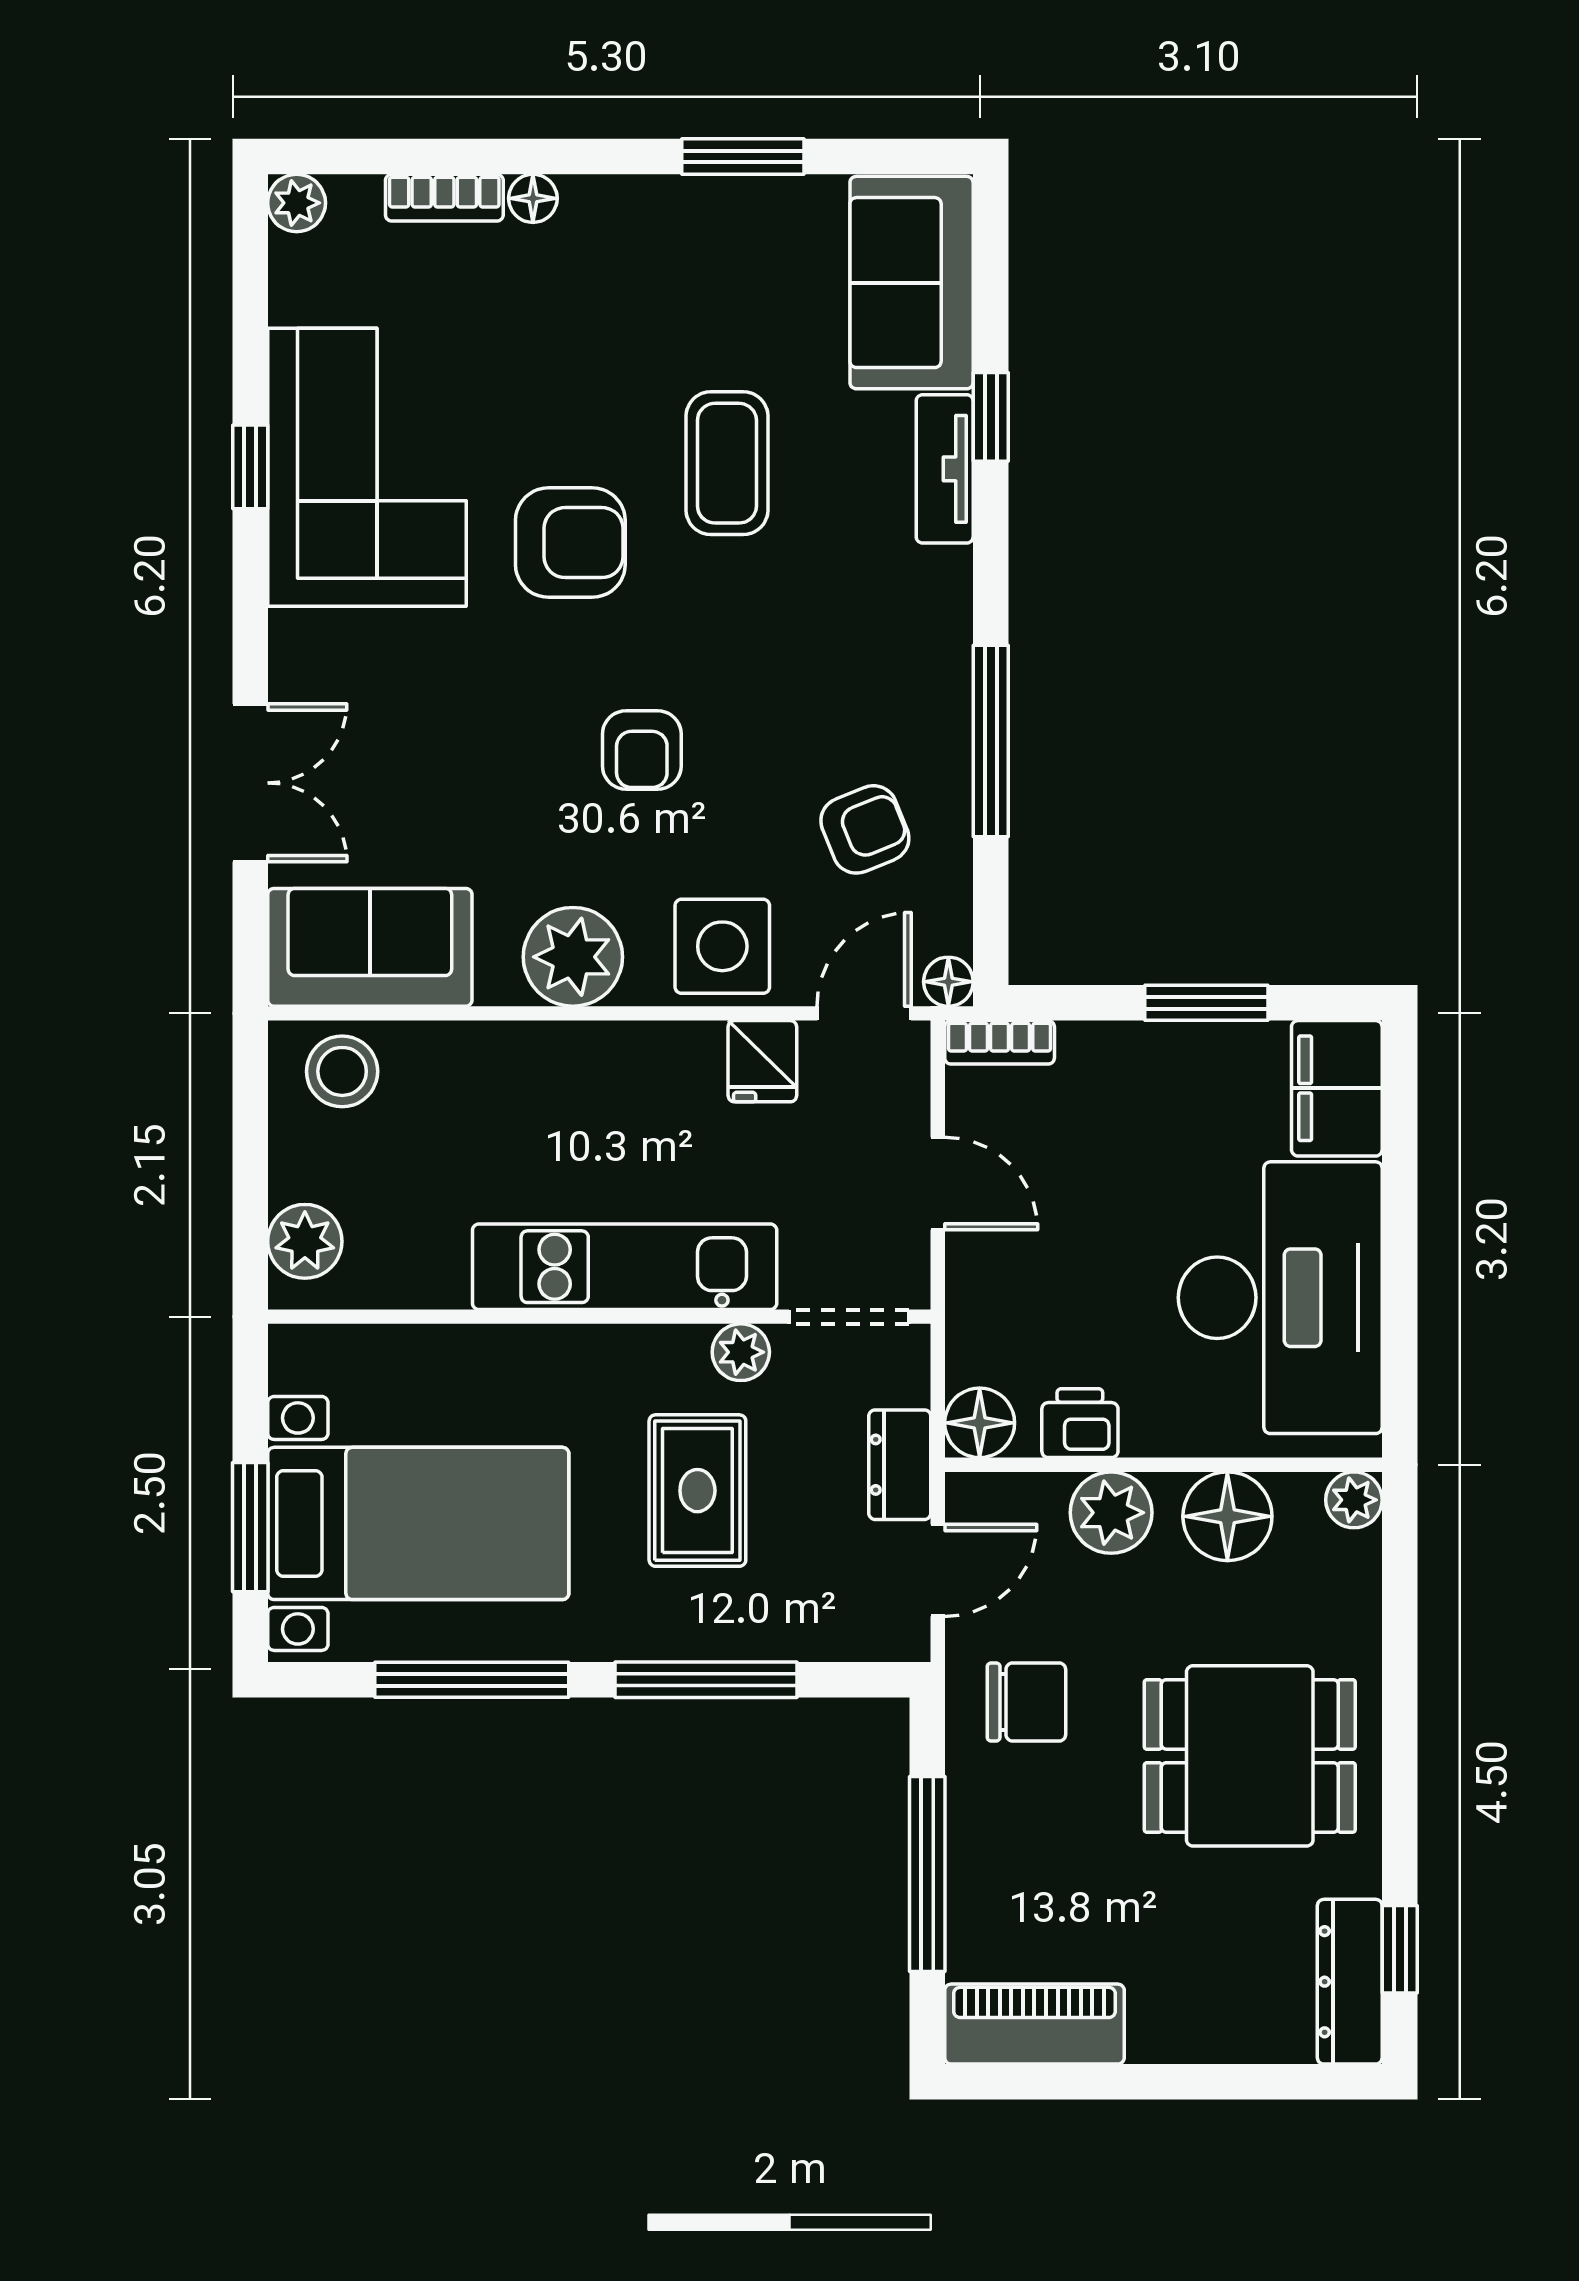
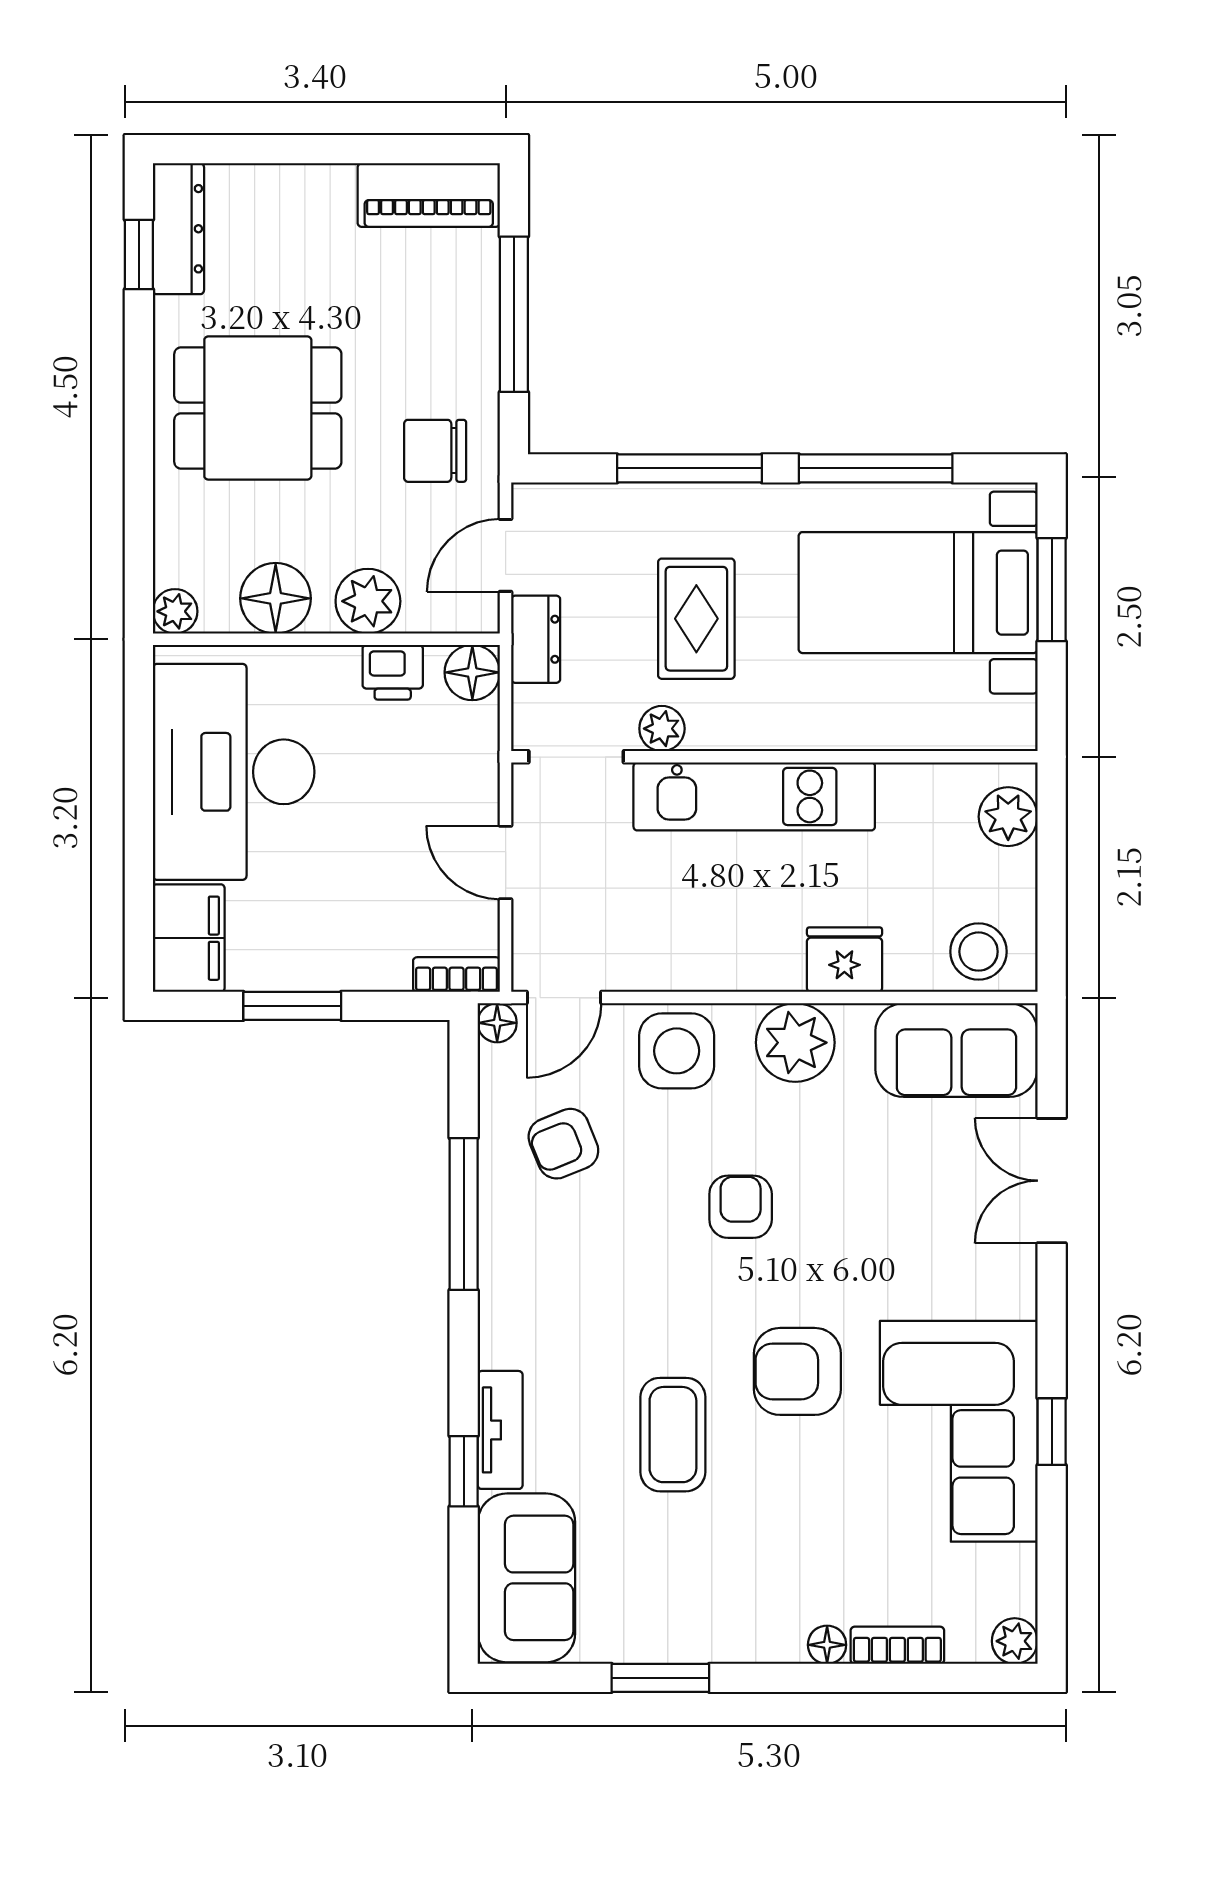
fridge: (762, 1061) -> (844, 960), moved, width x1.38

